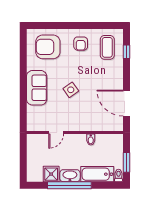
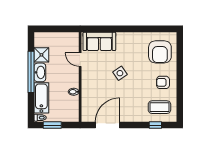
armchair: (48, 47) -> (160, 52), turned 180
sofa: (37, 88) -> (99, 41), moved

